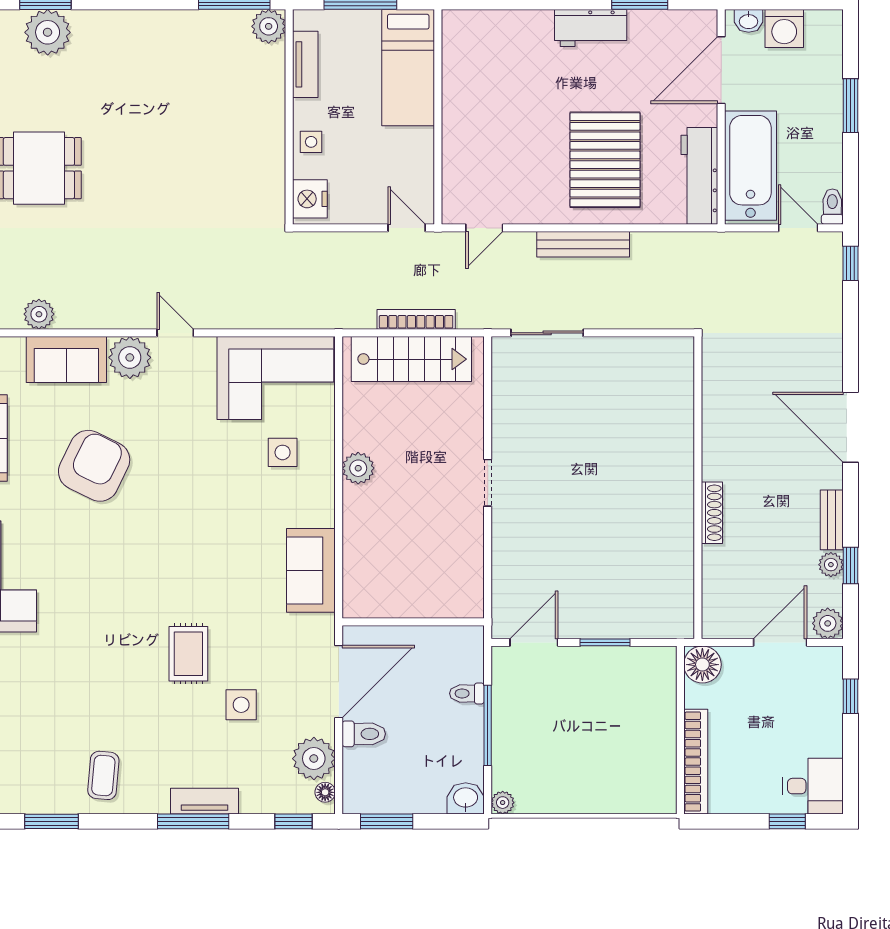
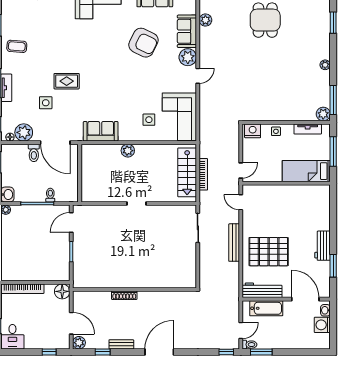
plant: (48, 32) -> (325, 65), moved, width x0.53, depth x0.53
window: (850, 106) -> (261, 352), moved
bathtub: (750, 166) -> (266, 308), width x0.73, depth x0.73
plant: (358, 468) -> (128, 151), moved
plant: (831, 565) -> (103, 344), removed
door: (534, 642) -> (71, 222), swing flipped

